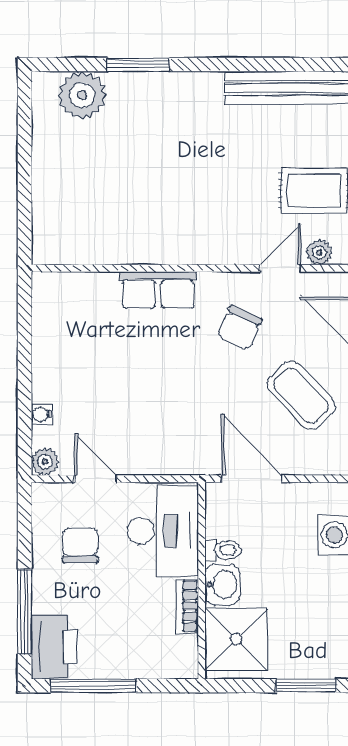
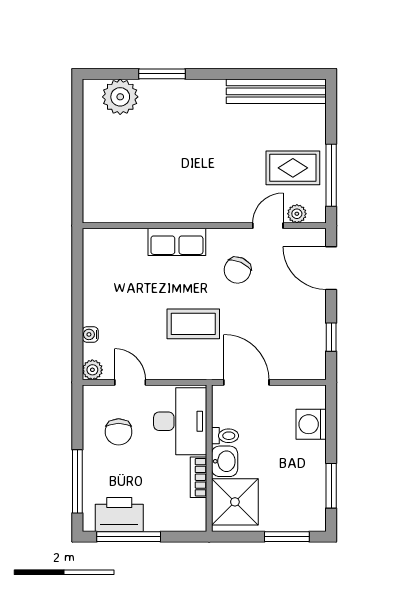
coffee table: (301, 395) -> (193, 324), moved, turned -46
chair: (80, 545) -> (119, 432), turned 180
printer: (54, 647) -> (119, 514), moved, turned -90

